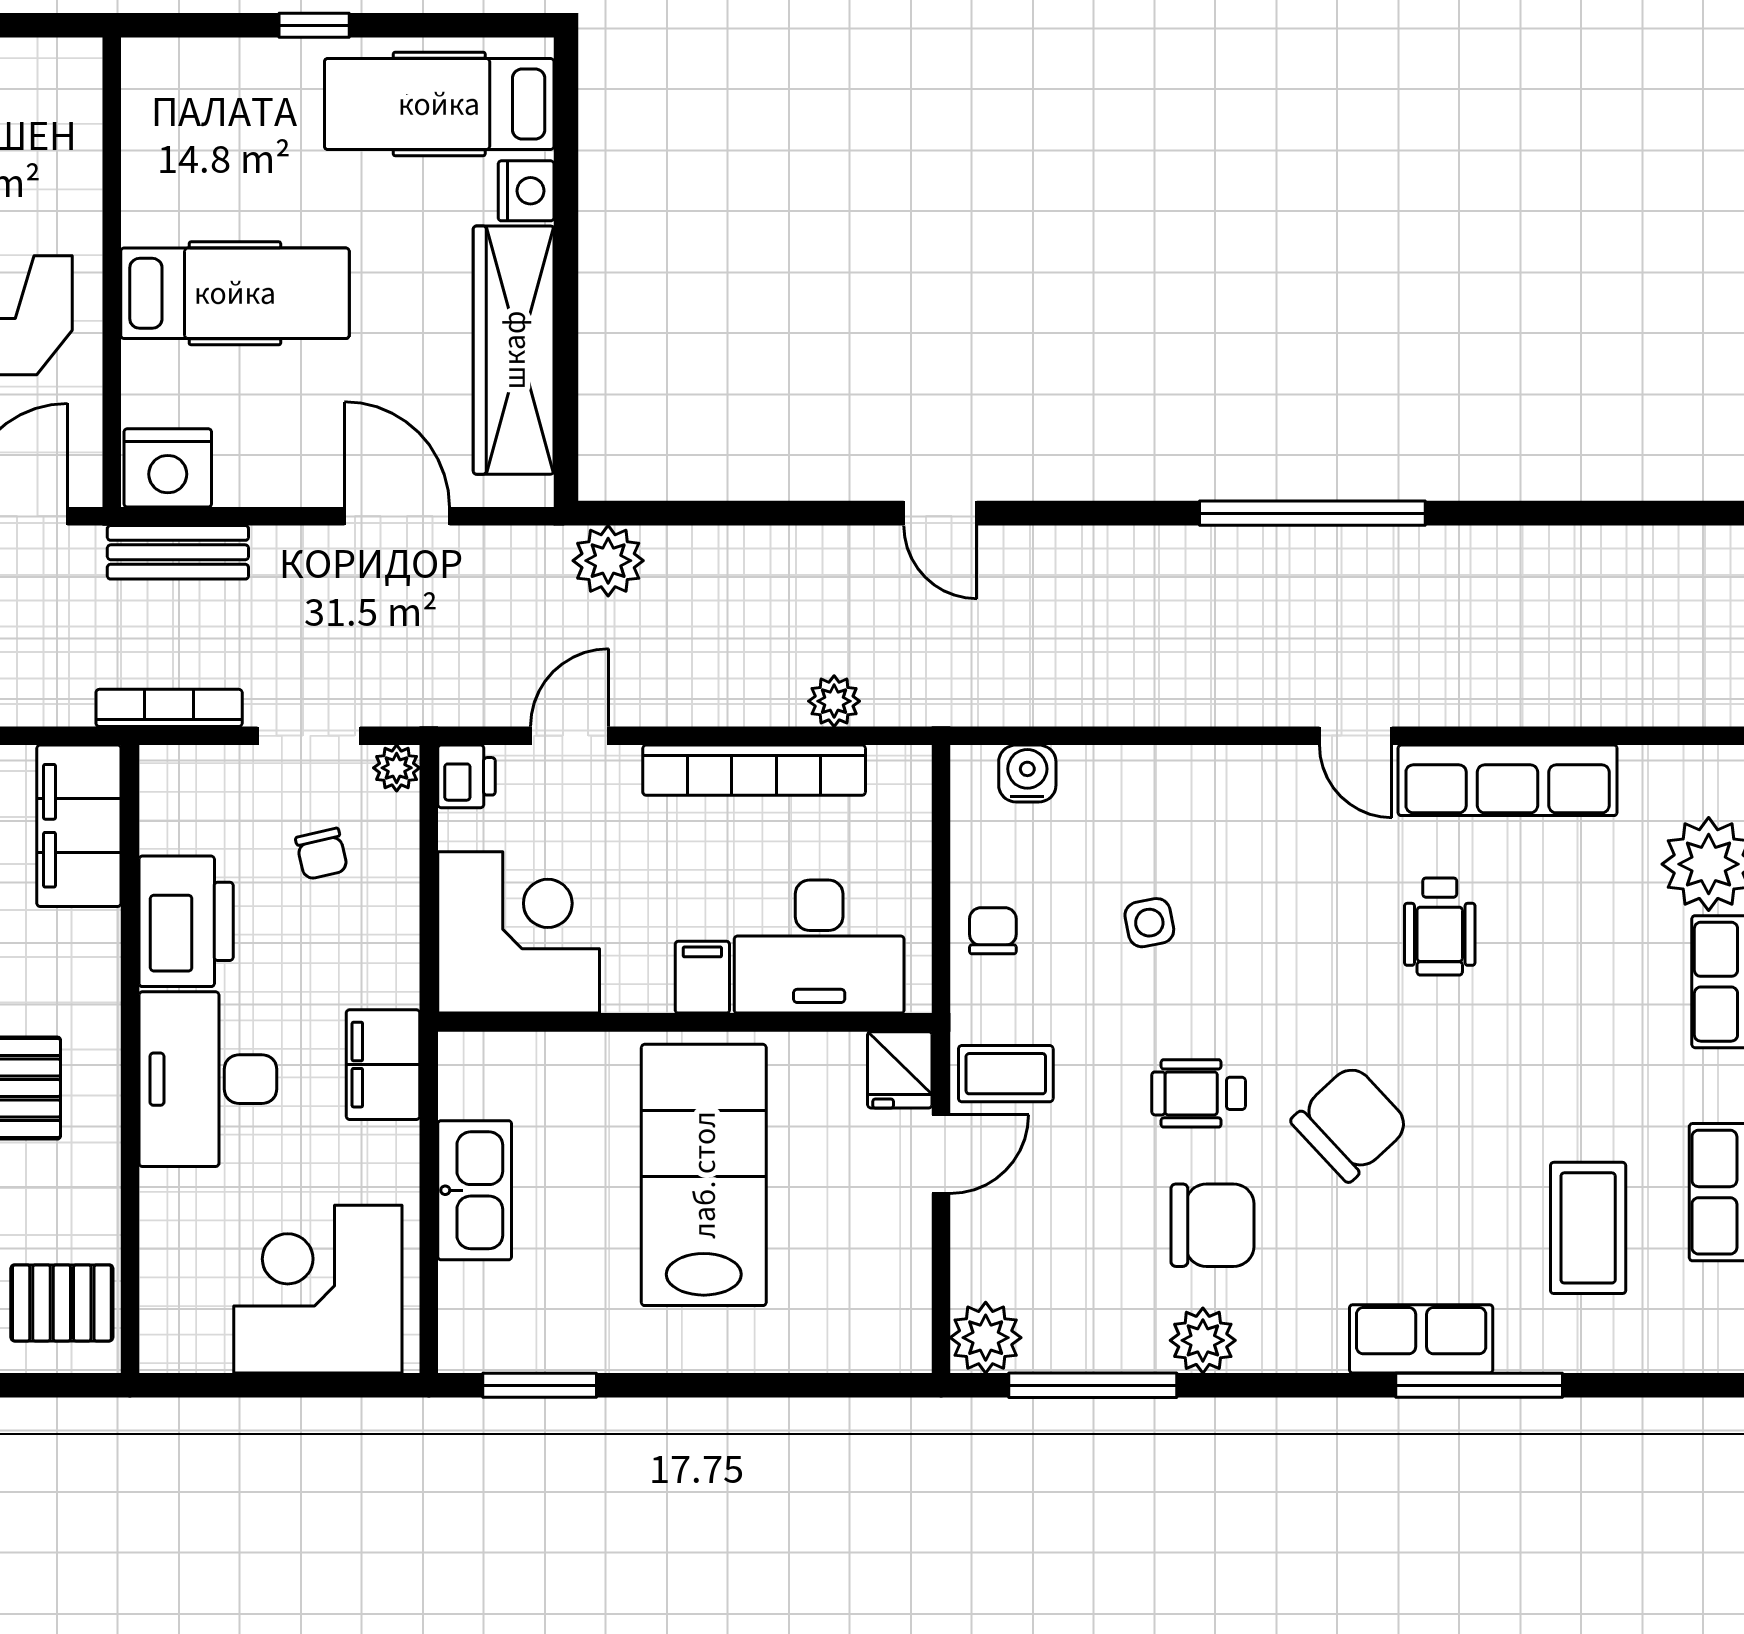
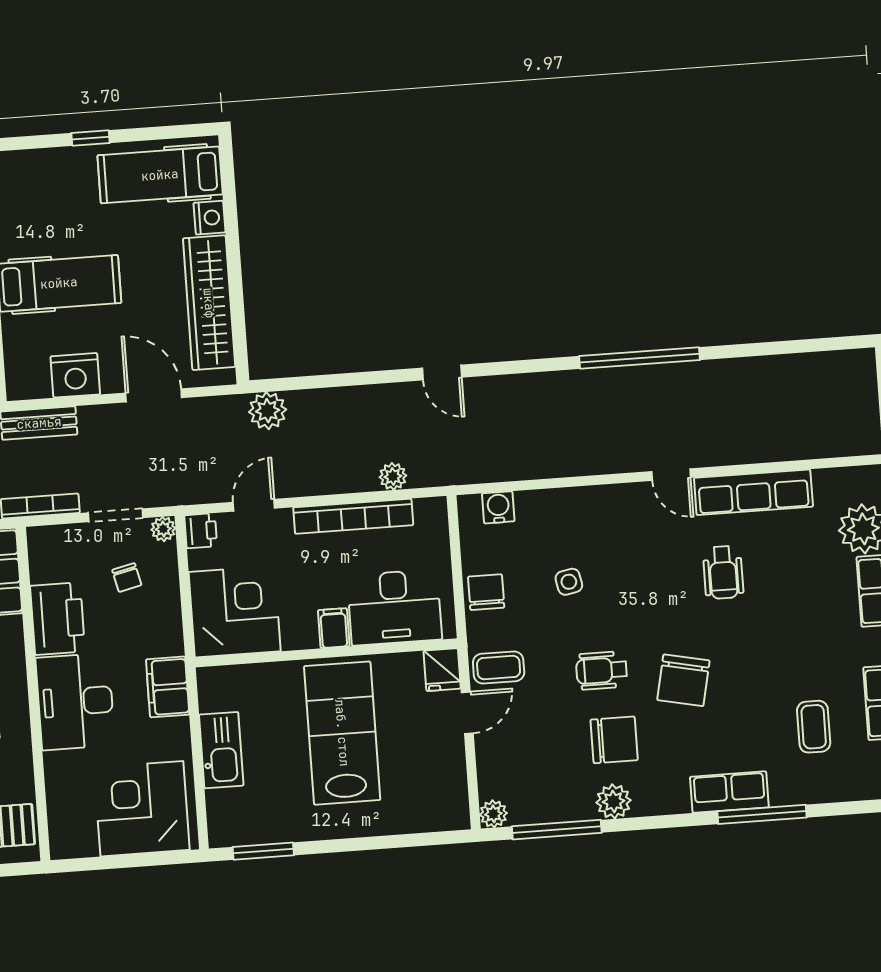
nightstand: (168, 468) -> (75, 375), moved
chair: (993, 931) -> (486, 592), width x1.37, depth x1.37
chair: (1350, 1123) -> (683, 680), turned 145
coffee table: (1588, 1228) -> (814, 727), width x0.73, depth x0.77
plant: (986, 1338) -> (493, 814), width x0.73, depth x0.73

